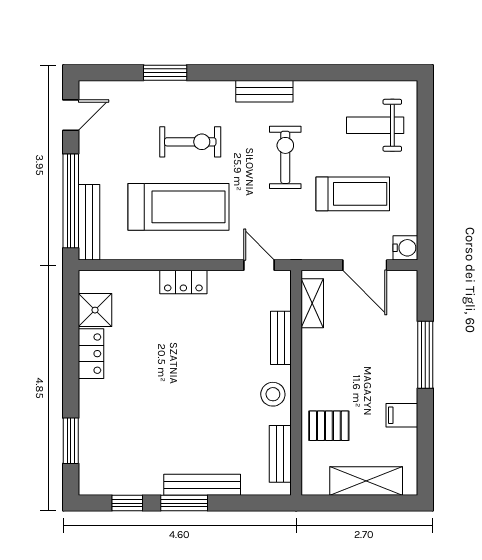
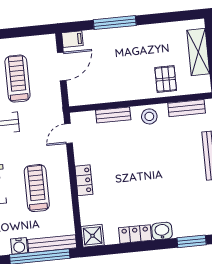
treadmill: (178, 207) -> (37, 188), width x0.73, depth x0.73
water cooler: (405, 248) -> (19, 246), moved, turned 180
shelving: (312, 303) -> (89, 97), removed
shower: (95, 310) -> (93, 236), moved
washbasin: (92, 396) -> (162, 231), added
filing cabinet: (402, 415) -> (72, 39), moved, turned -90

